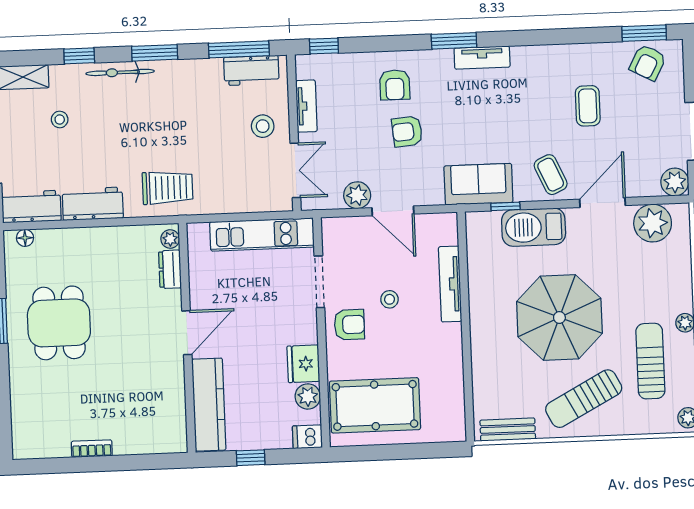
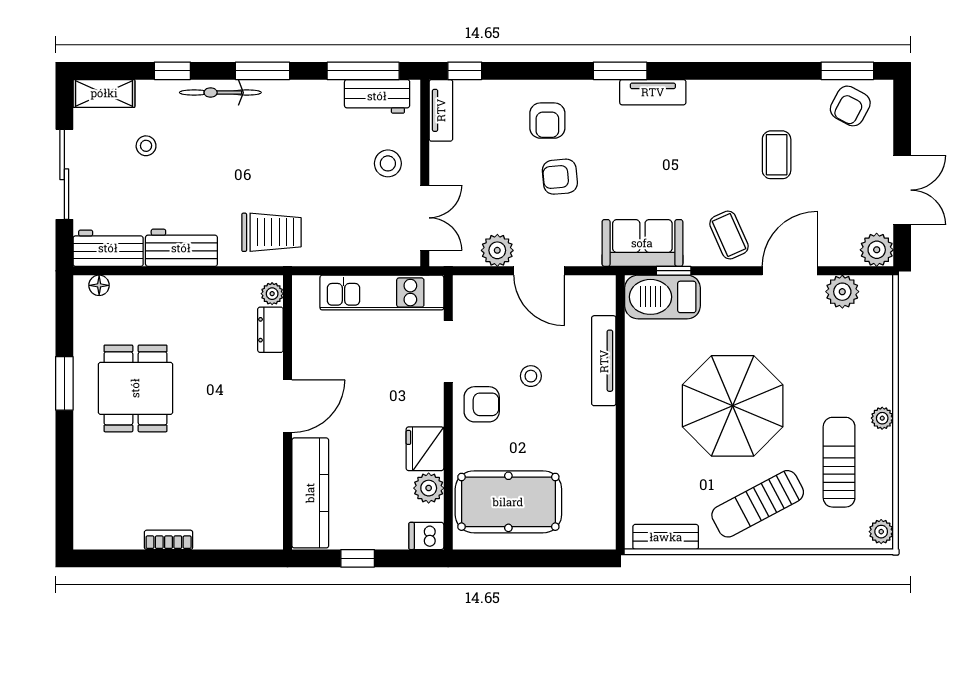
tv unit: (306, 106) -> (441, 110), moved
plant: (653, 223) -> (842, 292), width x0.73, depth x0.73
barbecue: (534, 227) -> (663, 297), moved

